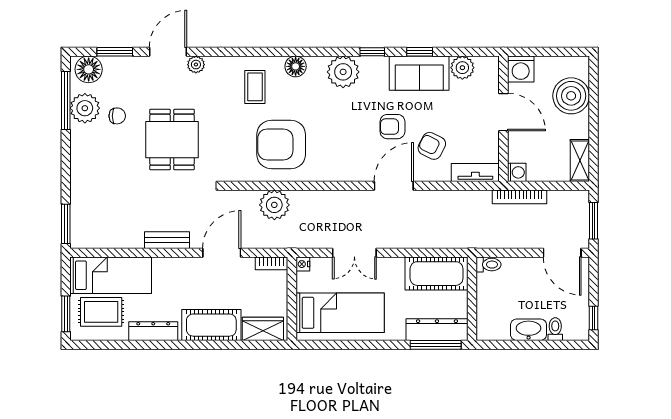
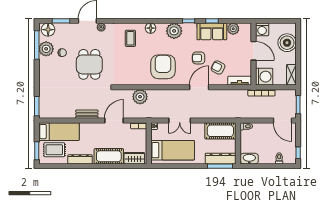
armchair: (281, 145) -> (163, 67), moved, turned 90
washing machine: (517, 172) -> (264, 77), width x1.89, depth x1.89
washbasin: (529, 330) -> (249, 159), moved

